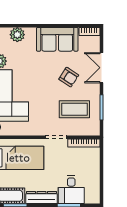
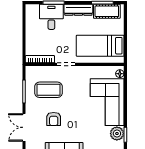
double door: (101, 68) -> (24, 127), swing flipped
armchair: (69, 77) -> (54, 119), turned -123

